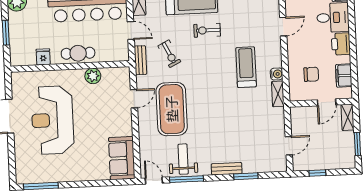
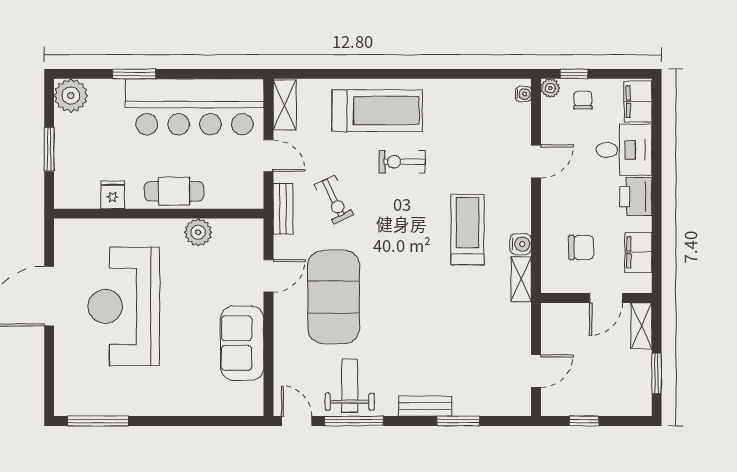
sofa: (122, 158) -> (242, 343), moved

